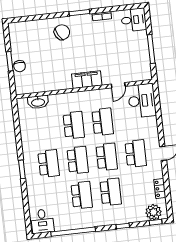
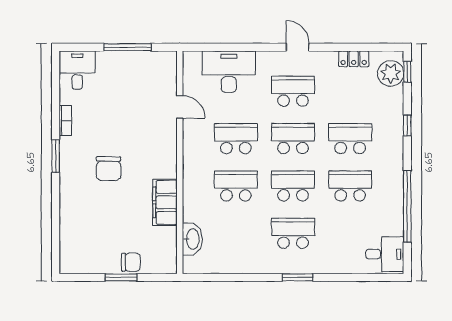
chair: (62, 32) -> (109, 169), moved, turned -150
filing cabinet: (87, 80) -> (165, 202), moved
desk: (142, 101) -> (229, 72), moved

